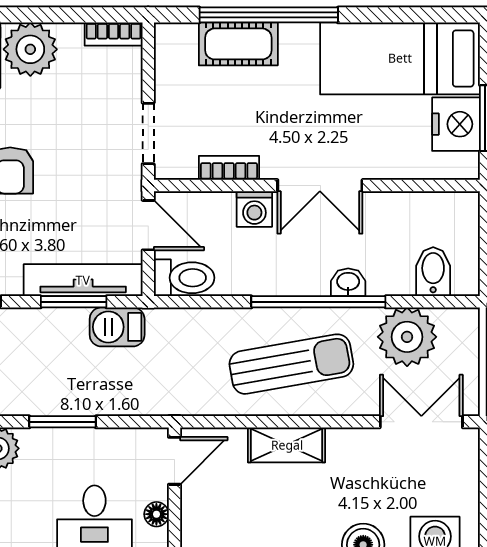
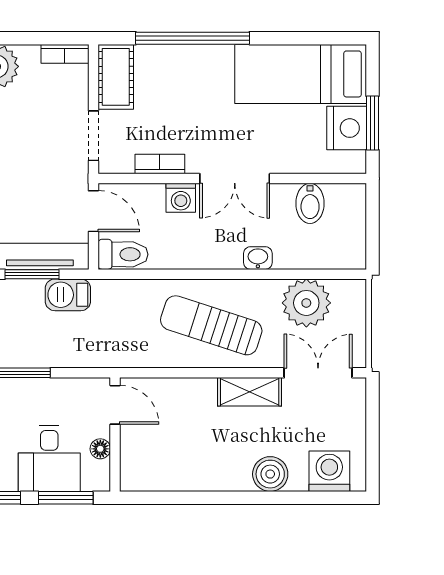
cot: (238, 44) -> (116, 77), moved, turned 90
bidet: (433, 272) -> (310, 203), moved, turned 180
window: (318, 302) -> (233, 274), removed
sun lounger: (291, 364) -> (211, 325), turned -152
shelving: (287, 445) -> (250, 392), moved
door: (174, 461) -> (115, 405), hinge flipped

